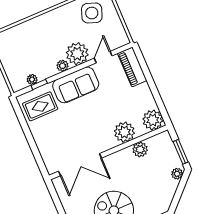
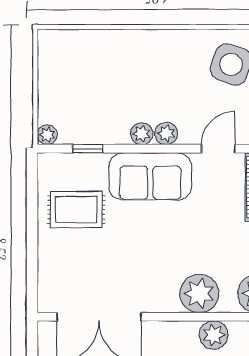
plant: (77, 54) -> (166, 133), width x0.53, depth x0.53
plant: (32, 79) -> (47, 135), moved
rug: (40, 106) -> (76, 210), moved

